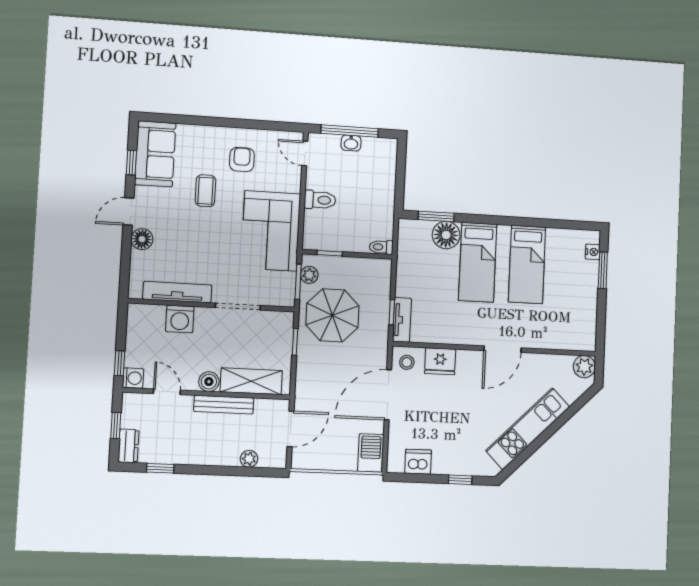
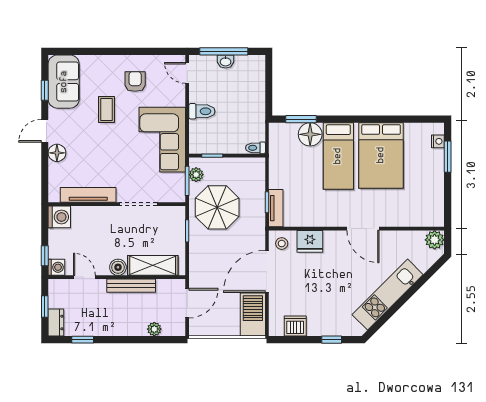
bed: (527, 265) -> (381, 155), width x1.50
washing machine: (180, 319) -> (59, 217), moved, turned -90
door: (503, 349) -> (363, 229), hinge flipped
barbecue: (371, 453) -> (253, 315), width x1.37, depth x1.21

